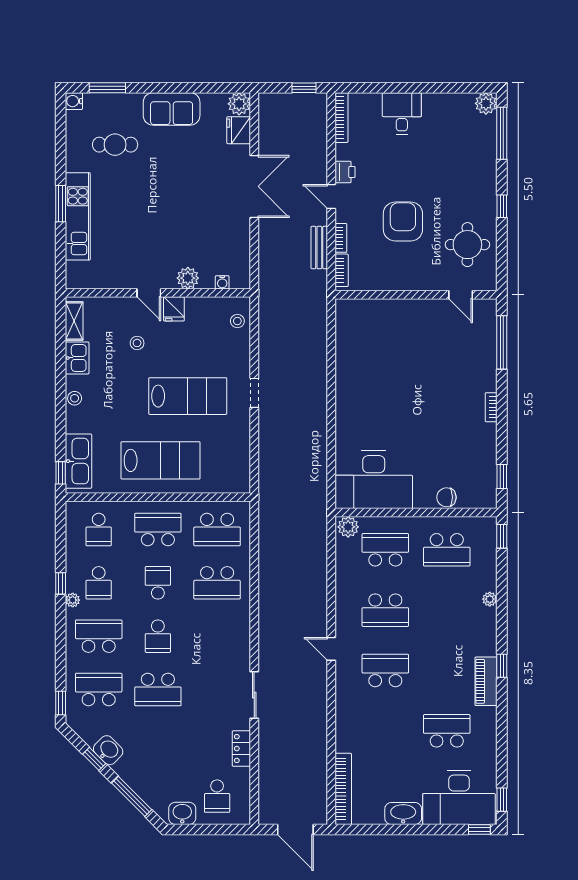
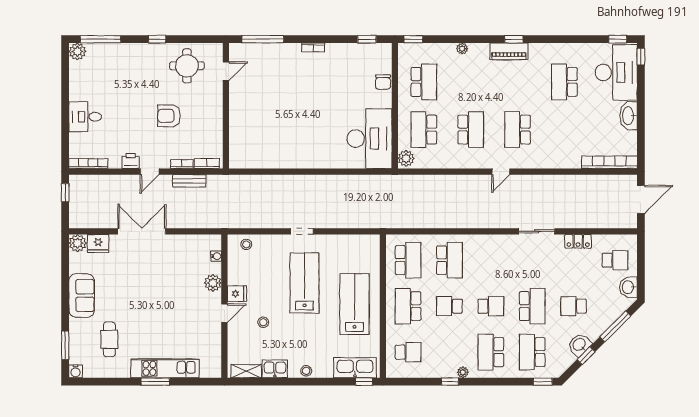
armchair: (403, 221) -> (169, 116), width x0.73, depth x0.73
school desk: (99, 583) -> (574, 306), moved, turned 180
piano: (486, 681) -> (509, 51), moved

